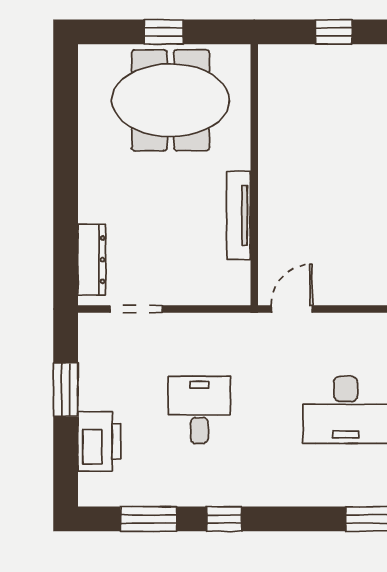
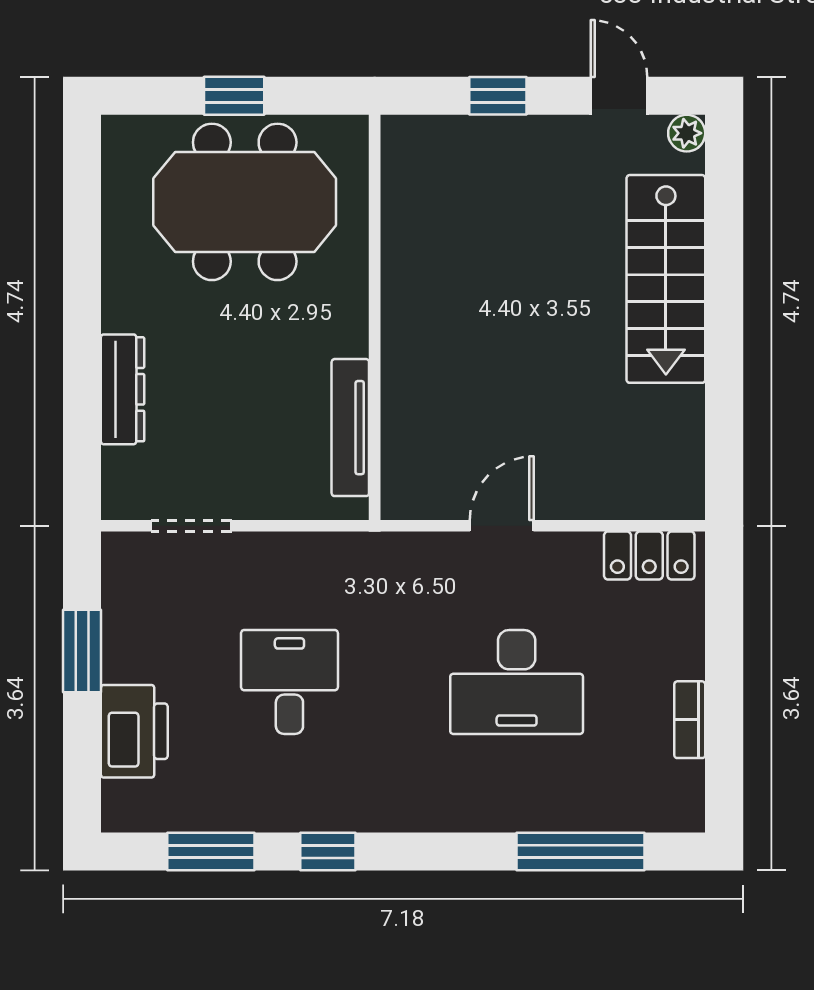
tv unit: (239, 216) -> (350, 428), moved
dresser: (92, 260) -> (122, 389), moved
door: (292, 309) -> (502, 526), moved

